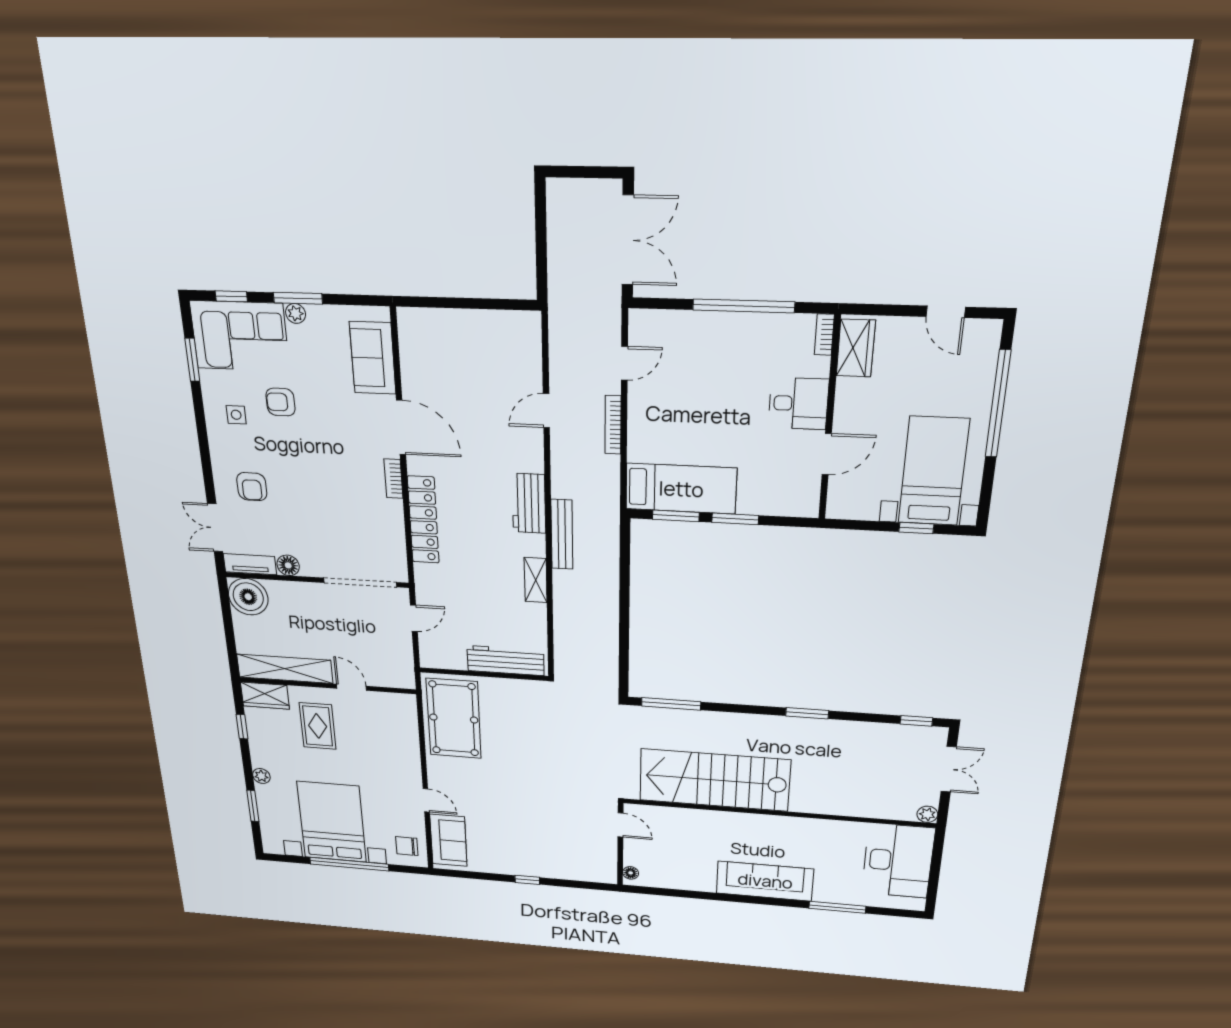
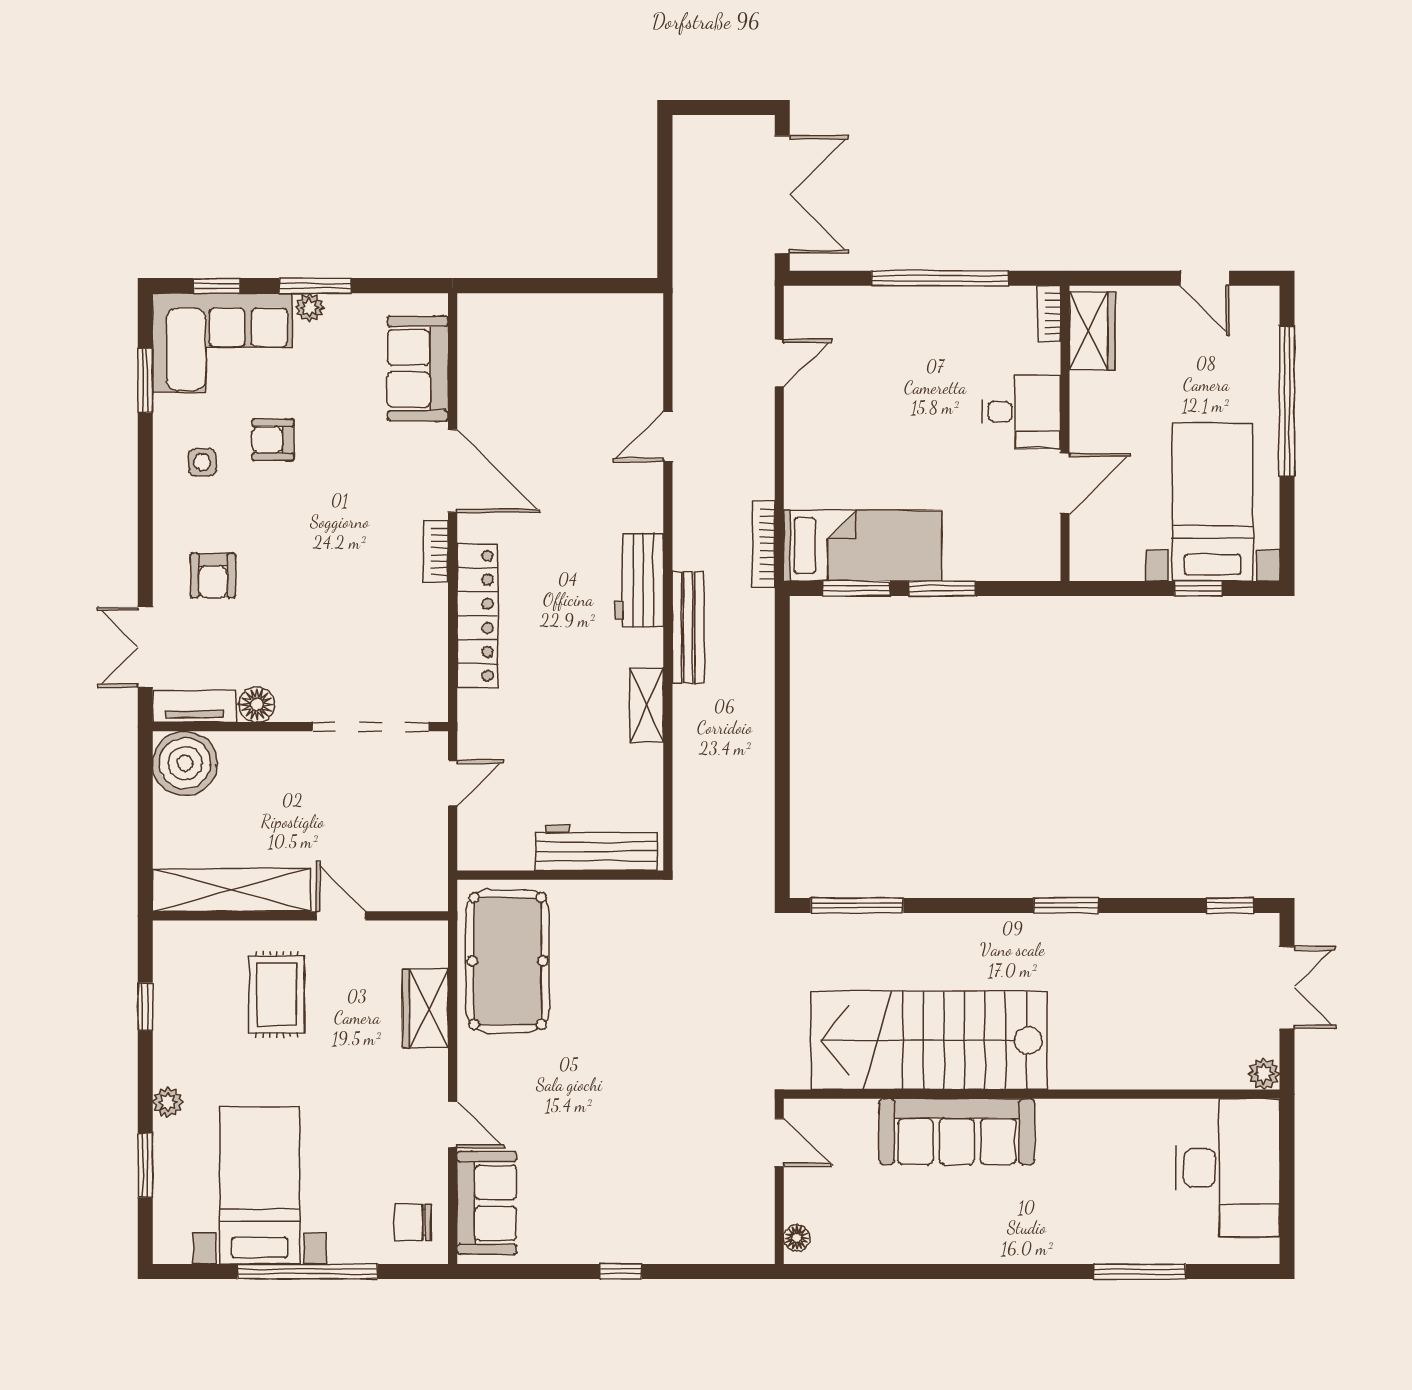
bookcase: (613, 425) -> (764, 544), moved
wardrobe: (265, 696) -> (425, 1008), moved, turned 90
bed with nightstands: (332, 822) -> (260, 1185), width x0.73
sofa: (765, 881) -> (957, 1132), moved, turned 180

